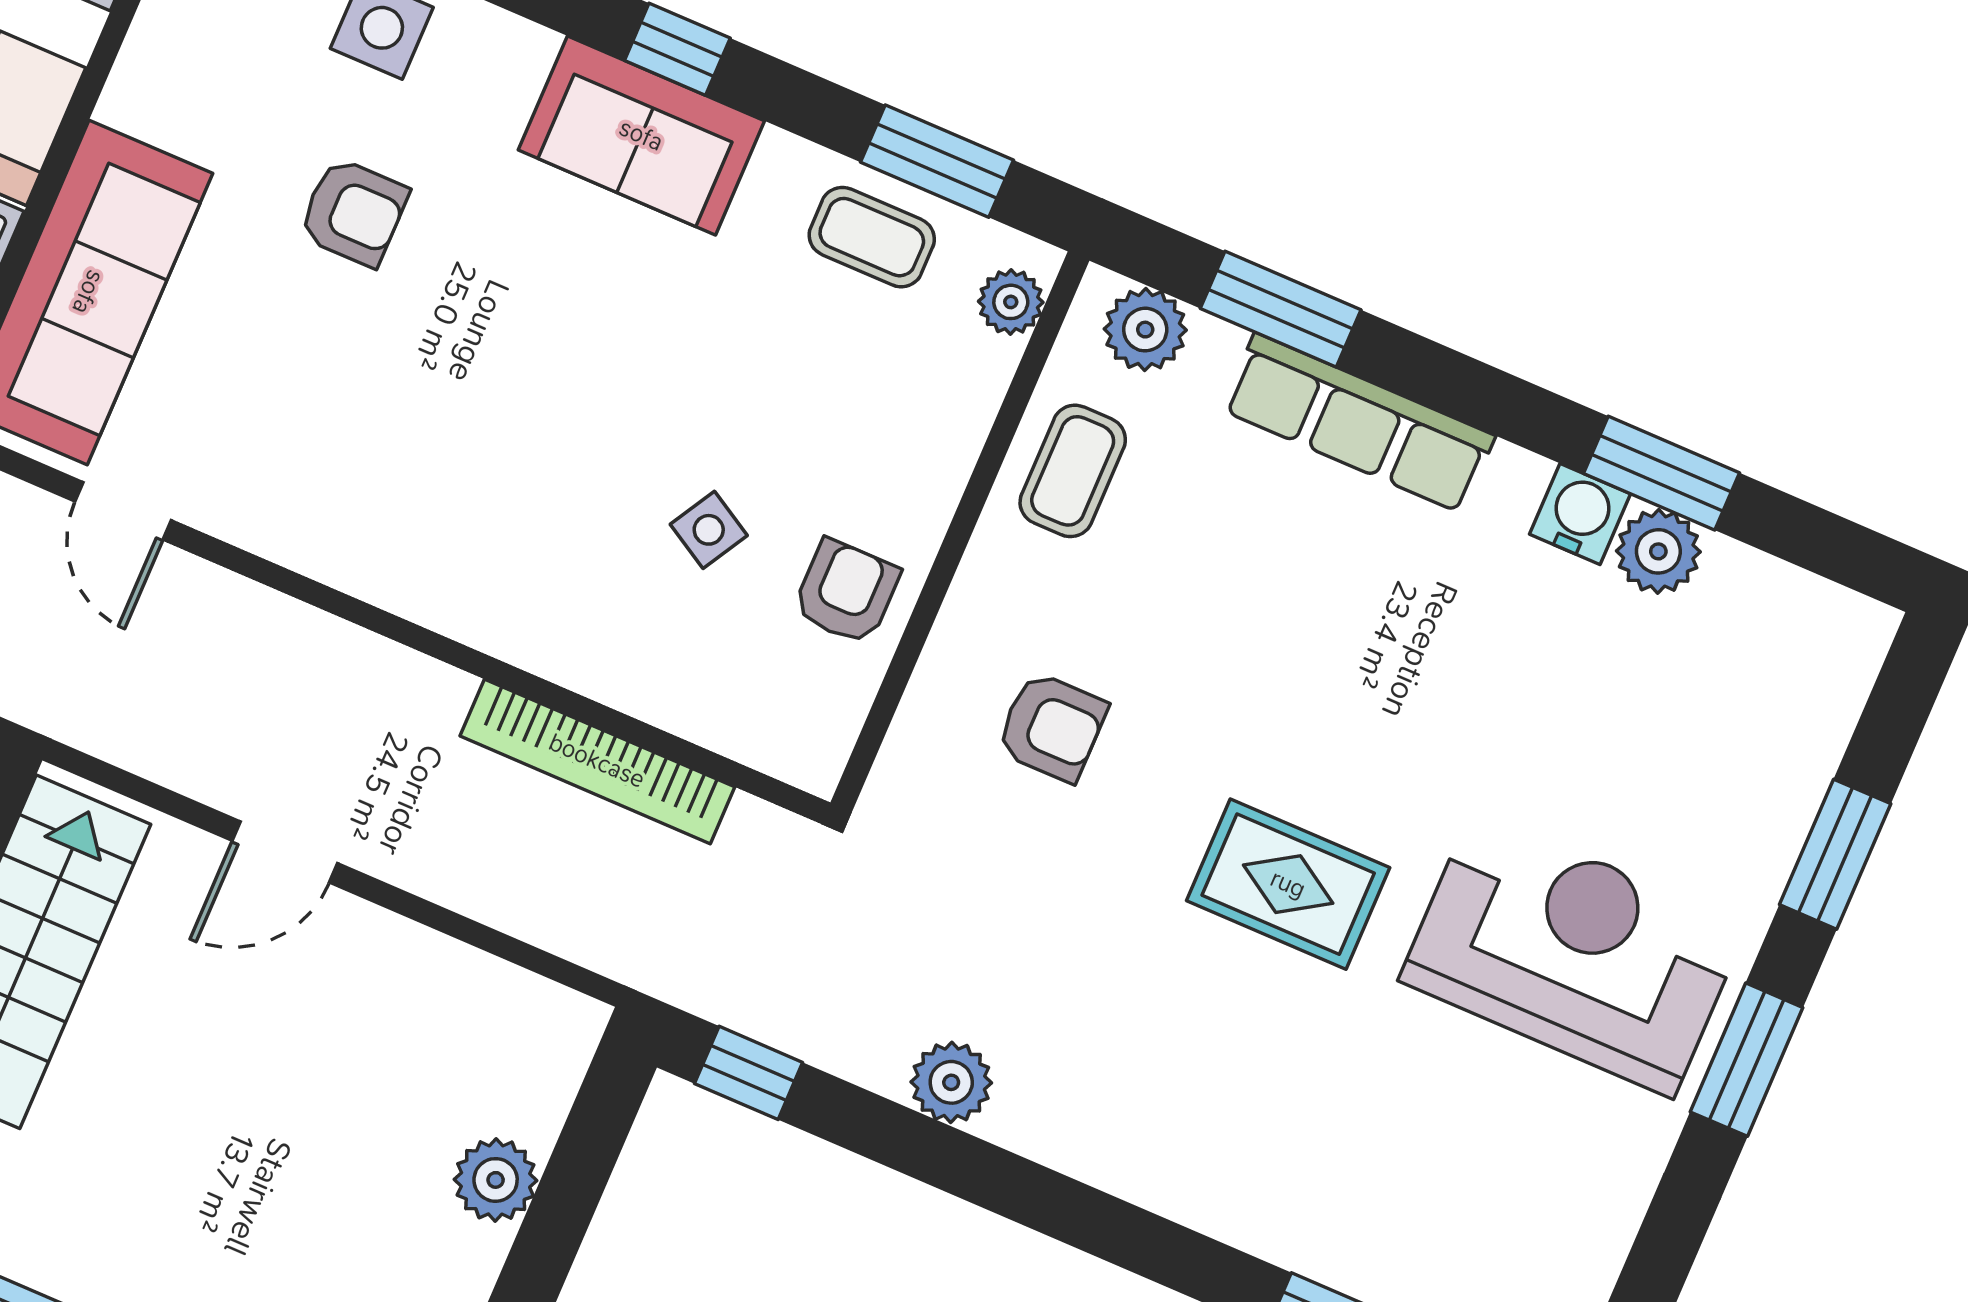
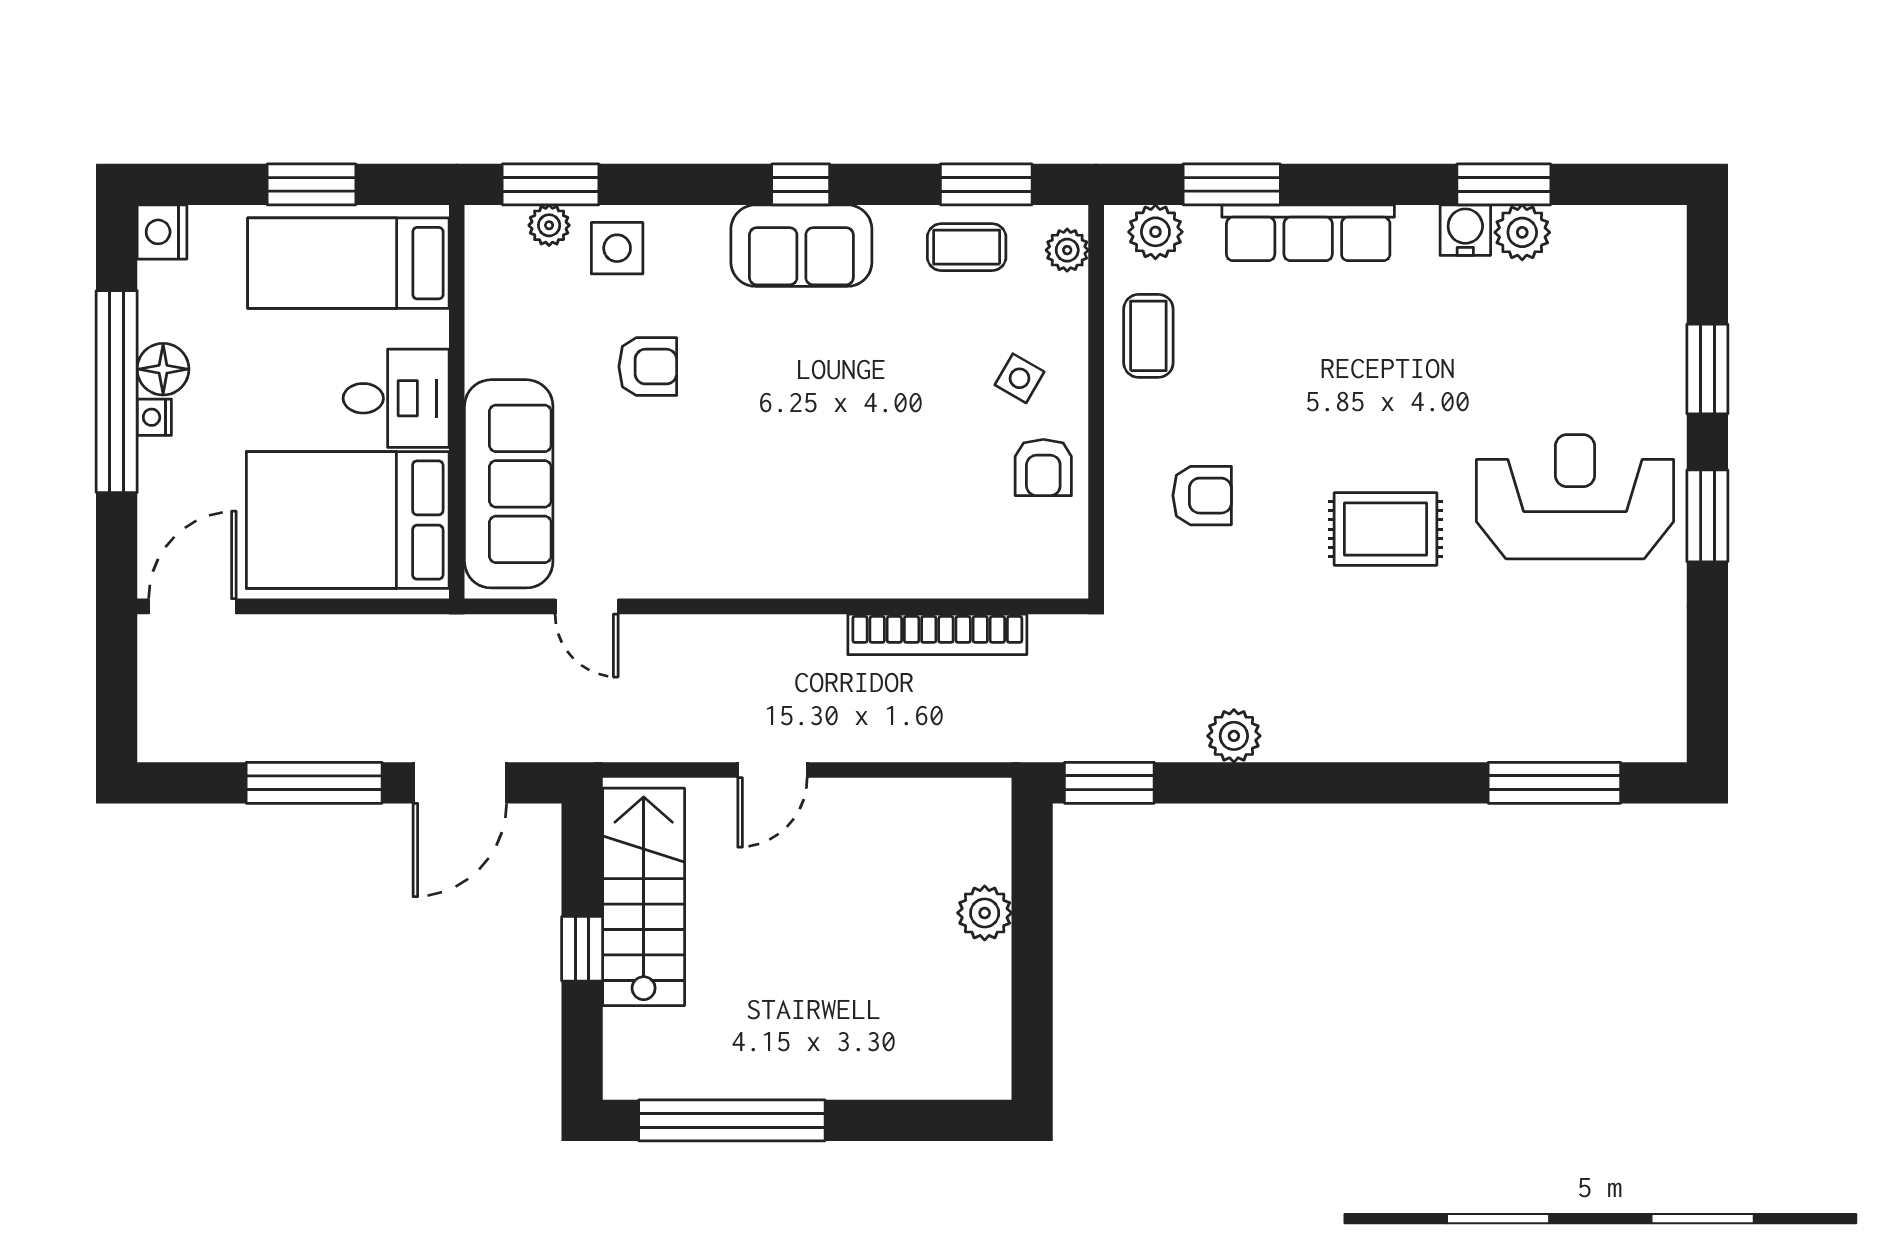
side table: (709, 530) -> (1020, 378), moved
armchair: (846, 592) -> (1043, 468), turned 180
window: (749, 1073) -> (1109, 783), width x1.50

